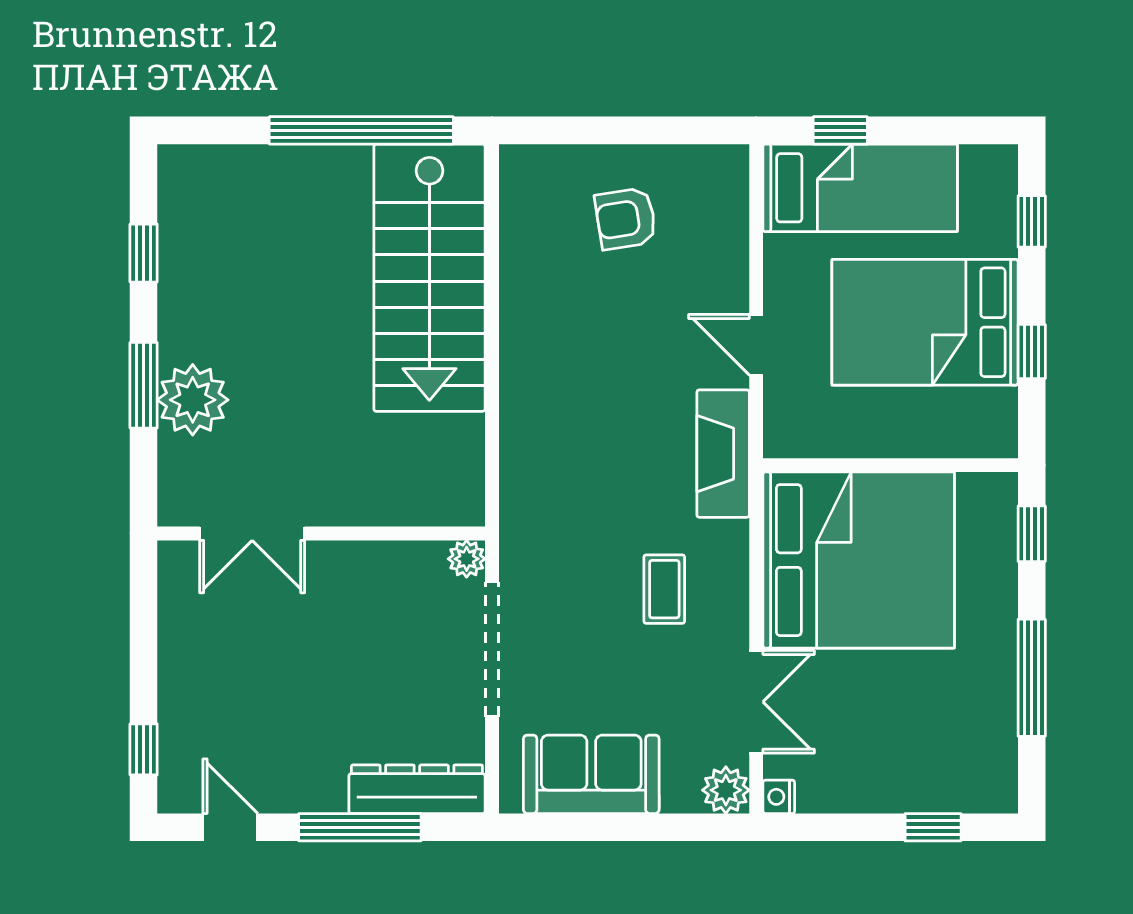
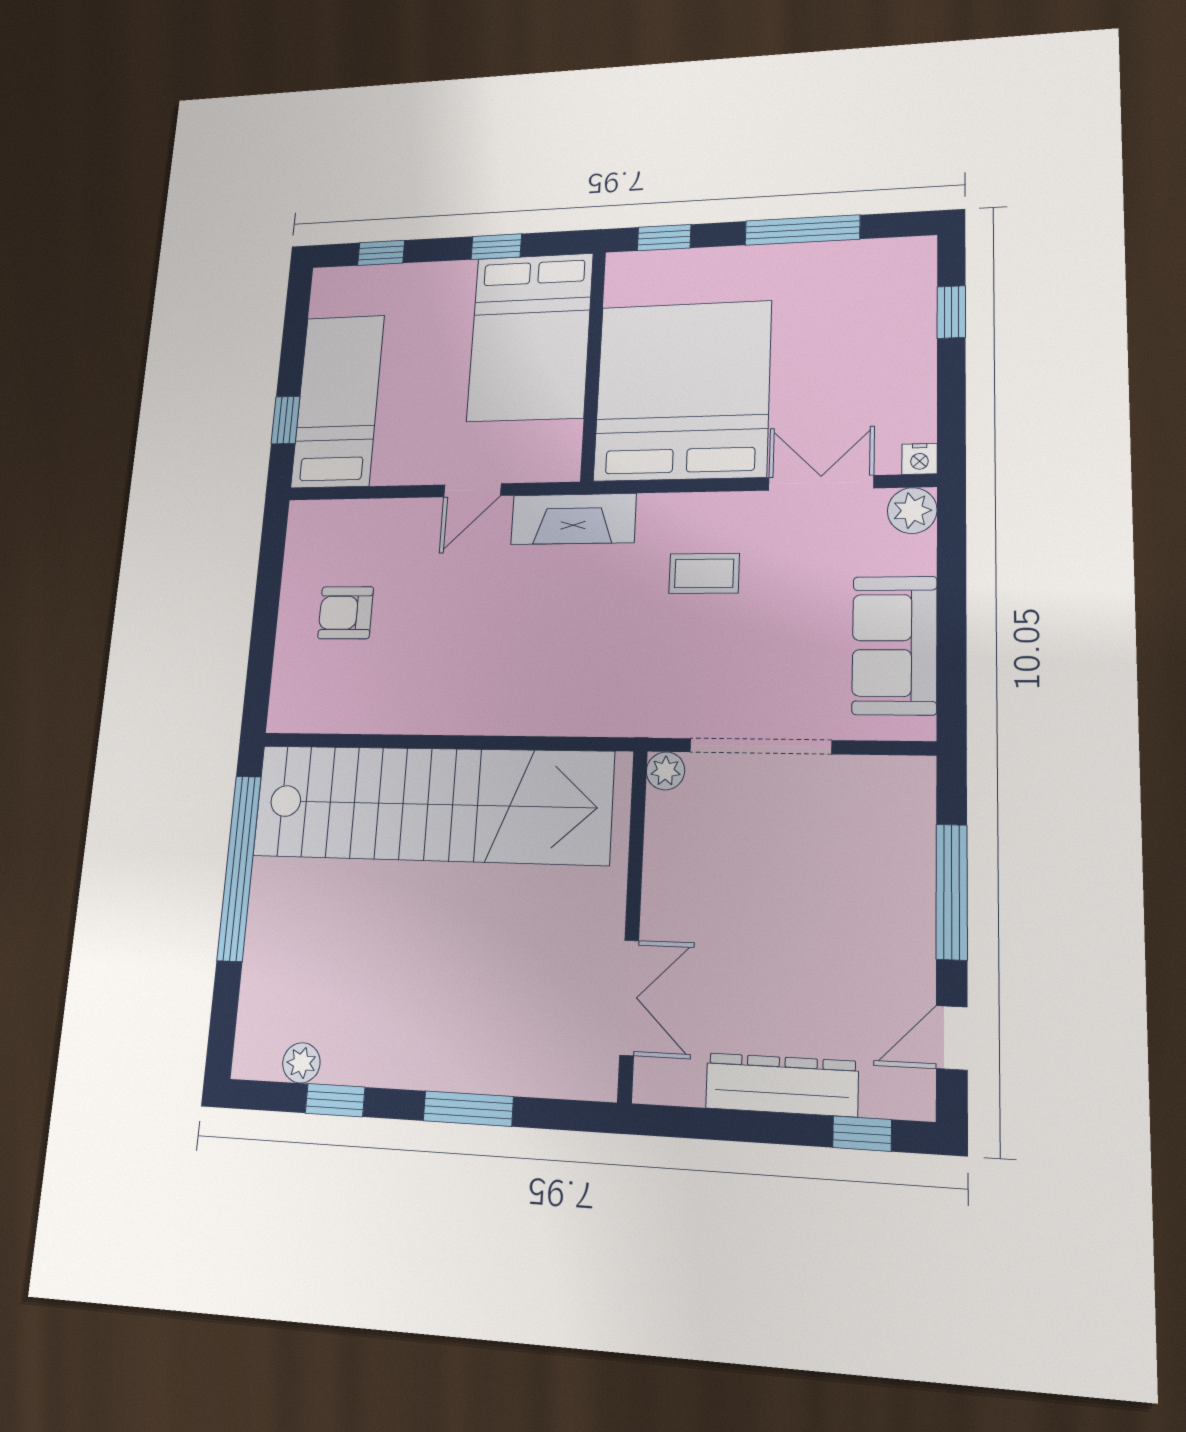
armchair: (626, 219) -> (346, 613), turned 99
stairs: (429, 278) -> (431, 804), width x1.36
bed: (925, 322) -> (530, 337), moved
plant: (193, 400) -> (301, 1063), moved, width x0.53, depth x0.53
dresser: (417, 789) -> (782, 1085), moved, turned 90

